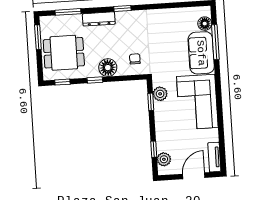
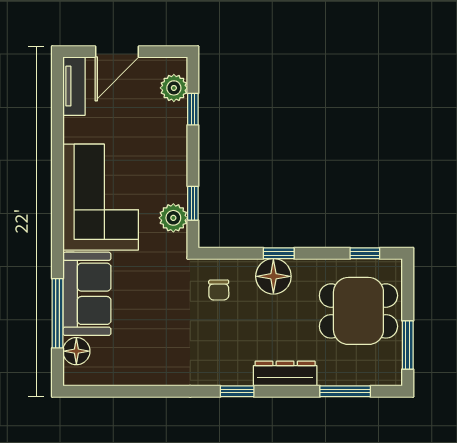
window: (95, 80) -> (279, 253), moved

